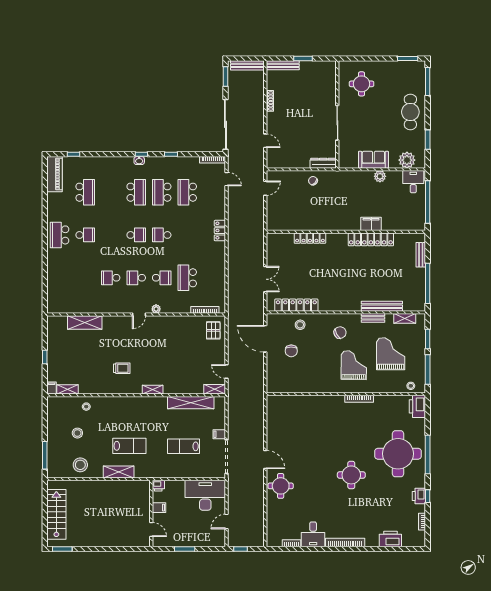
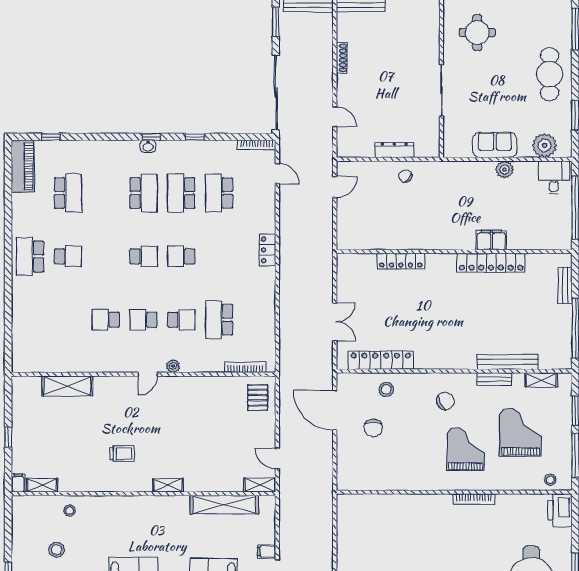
dresser: (323, 163) -> (394, 150), moved

